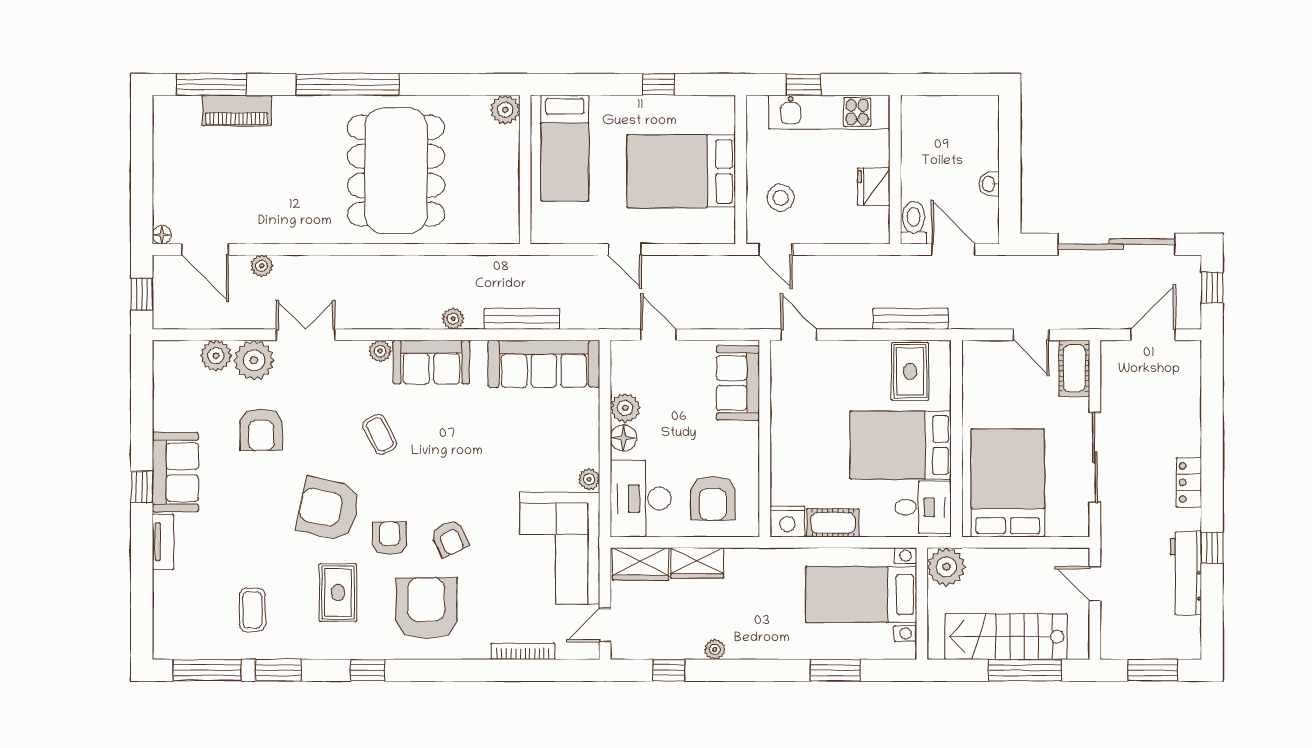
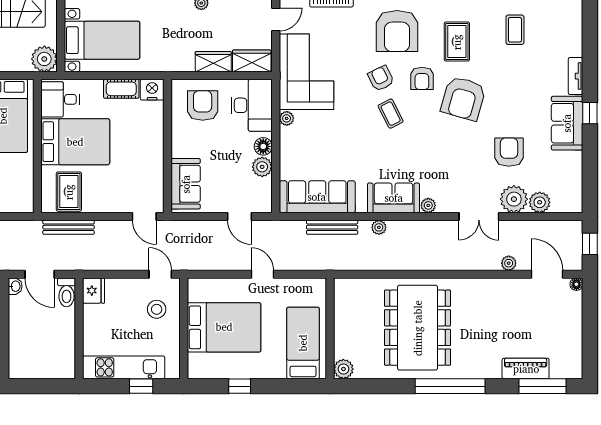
washbasin: (989, 184) -> (15, 286), moved
fridge: (874, 186) -> (94, 291), moved
coffee table: (380, 434) -> (391, 114), moved
armchair: (328, 509) -> (463, 98), turned 94

